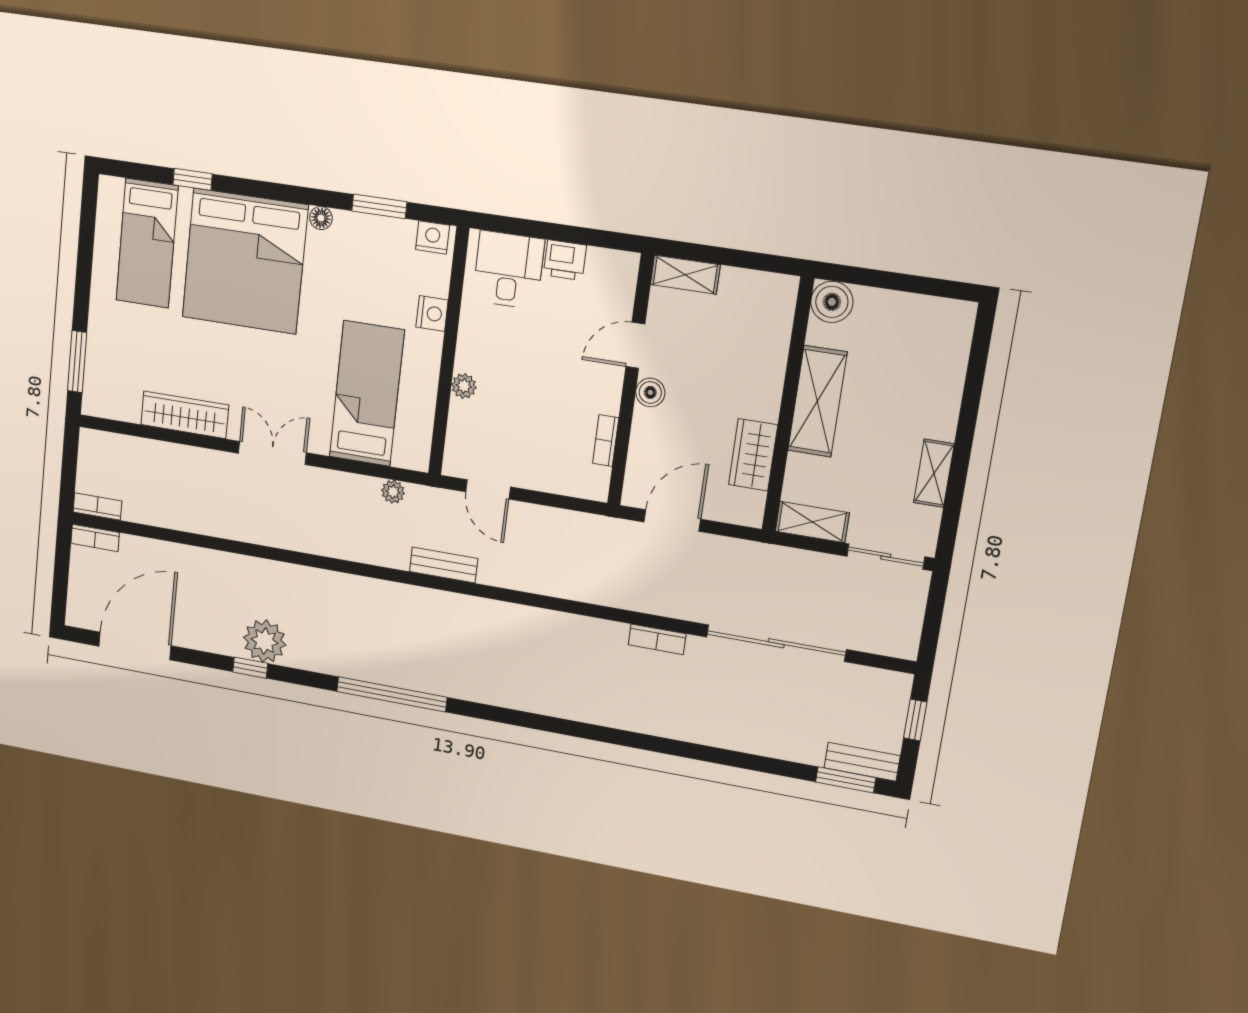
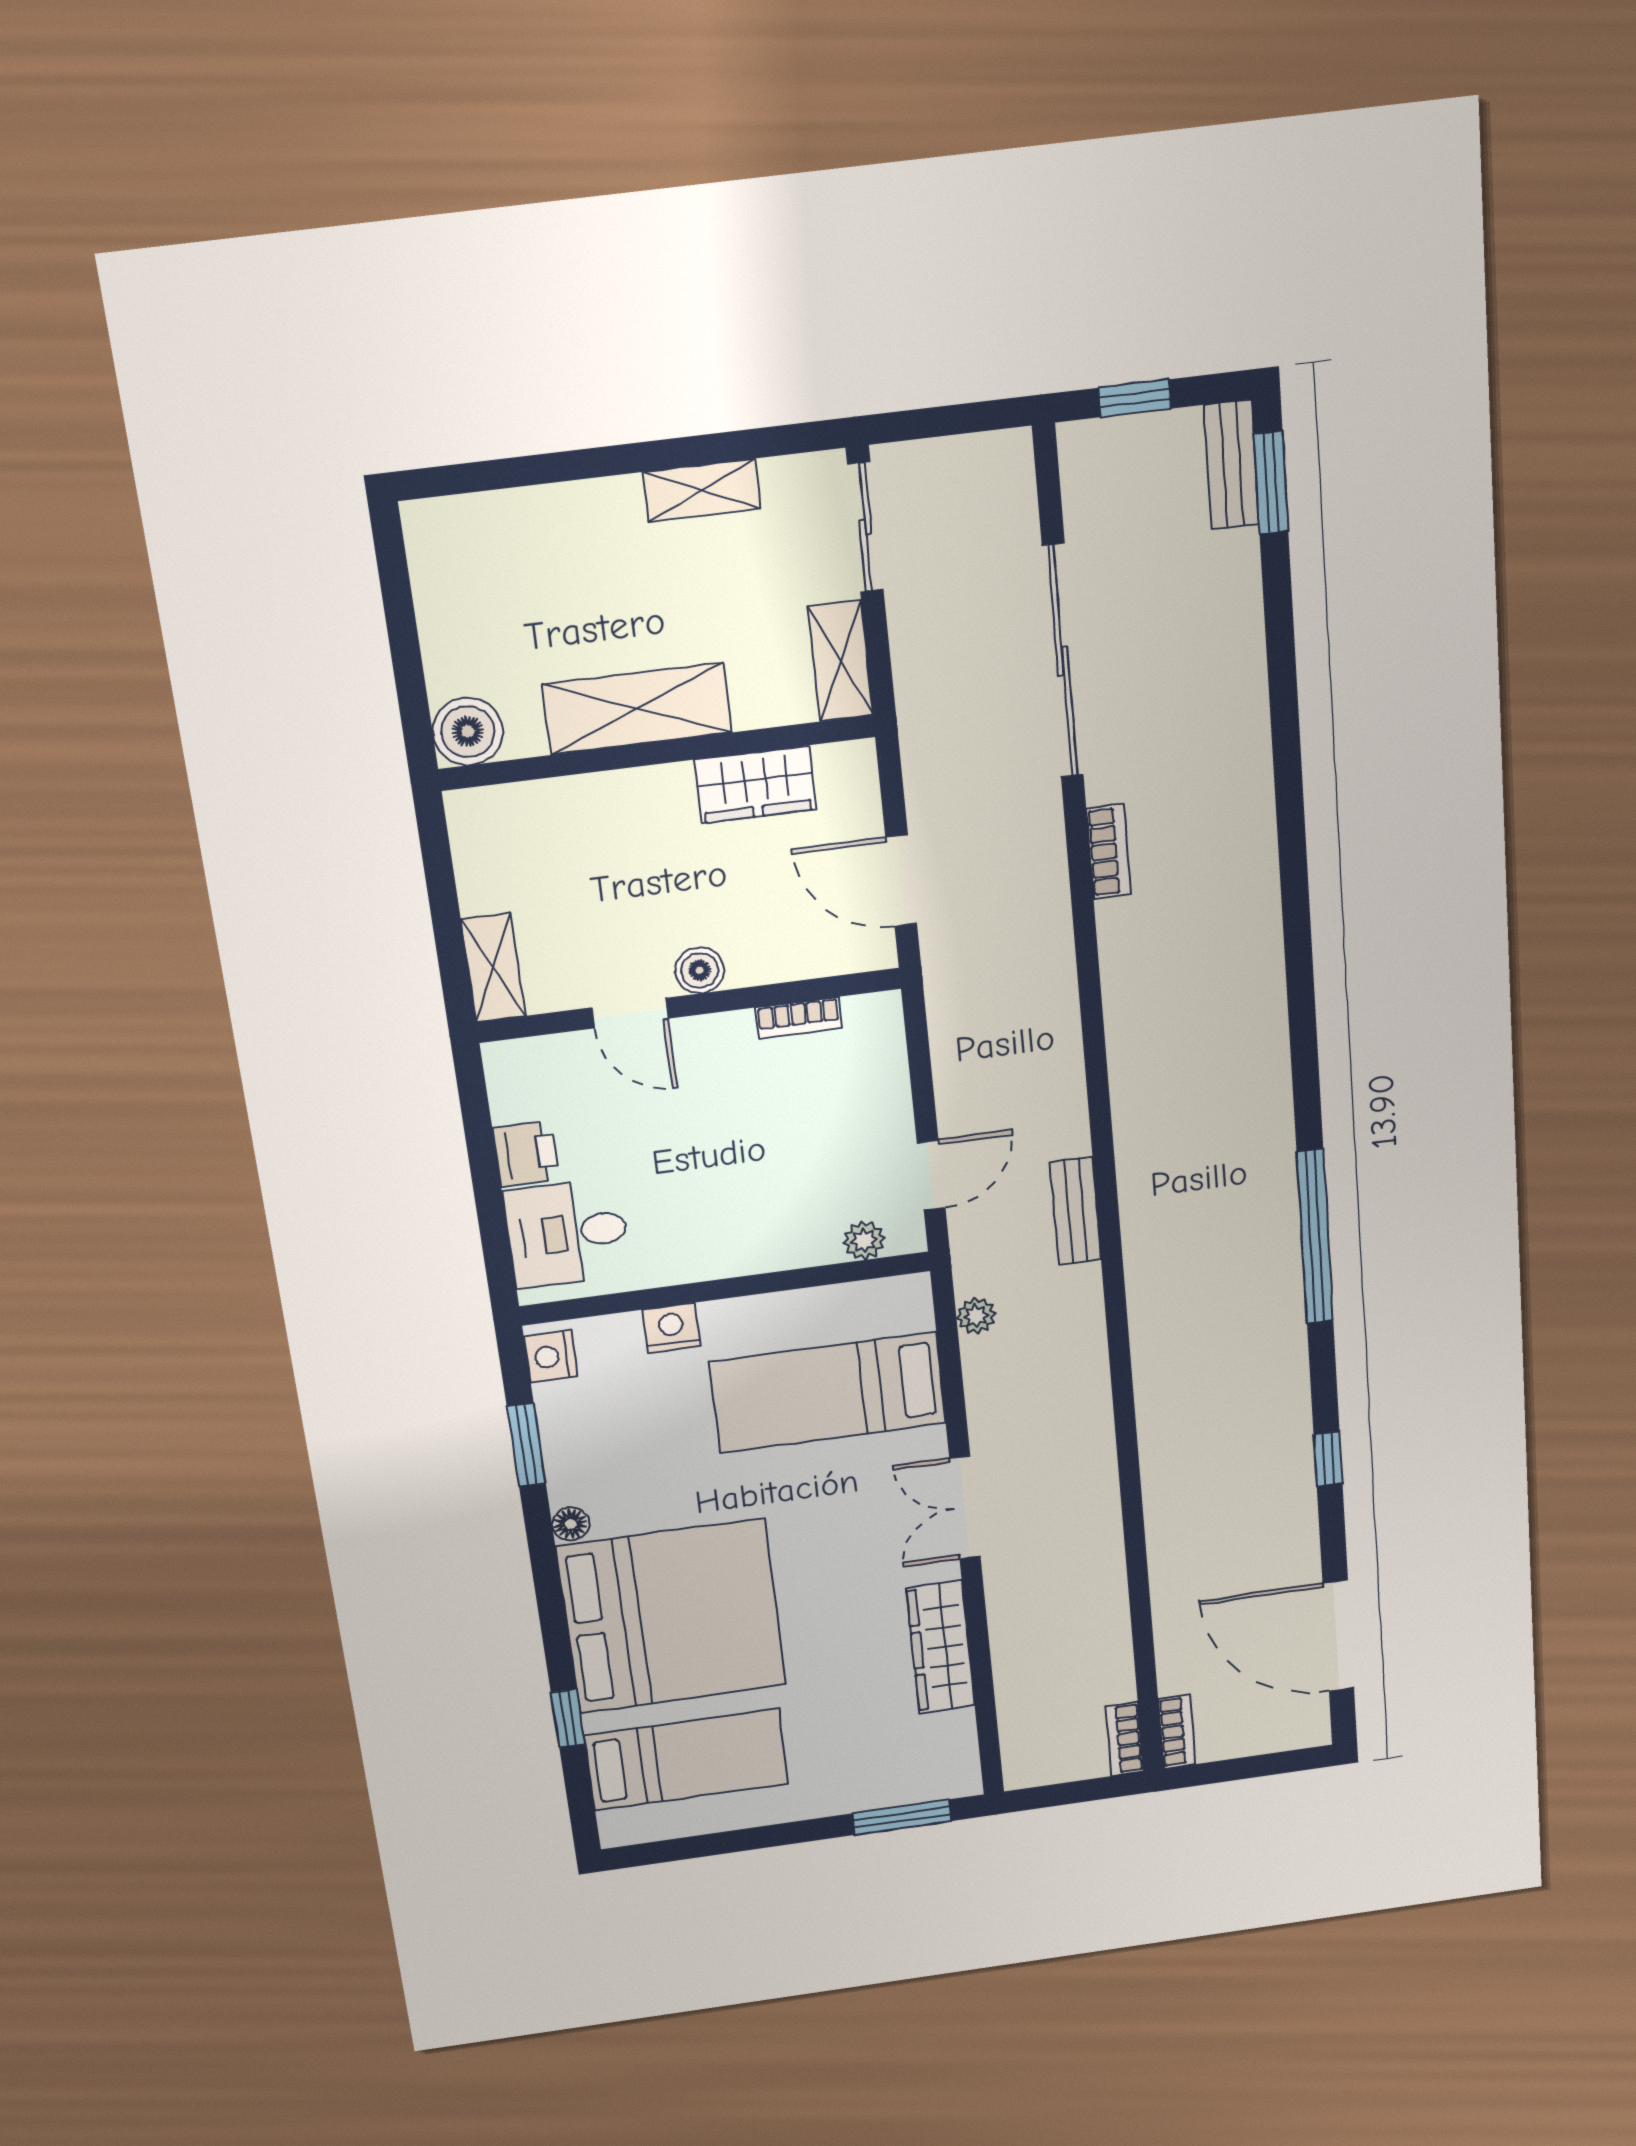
plant: (464, 386) -> (864, 1241), moved
plant: (265, 641) -> (1278, 1448), removed

